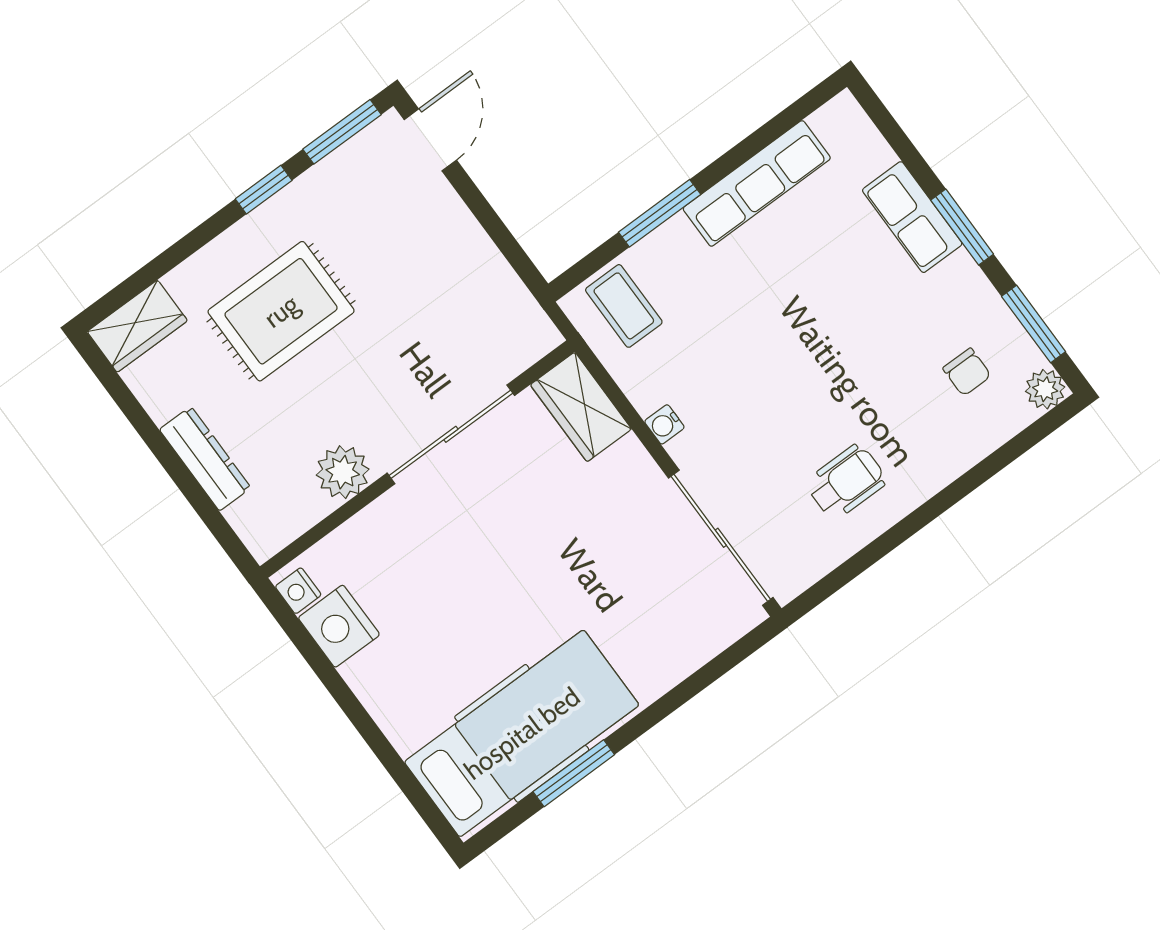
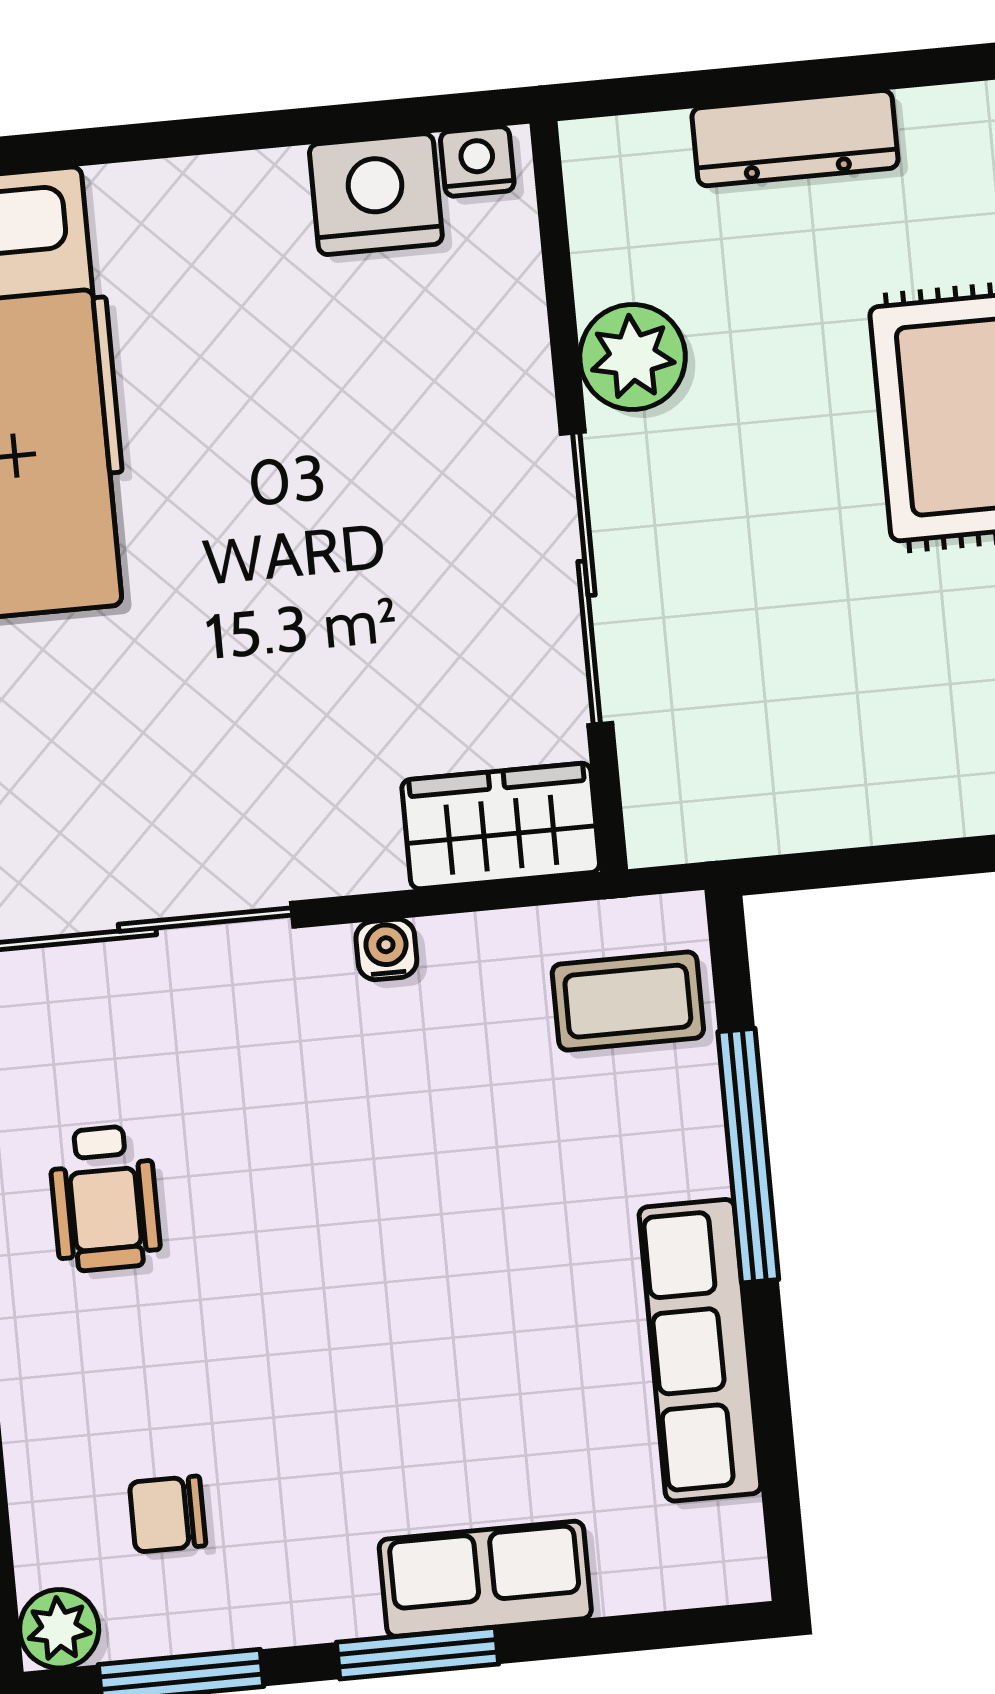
window: (660, 213) -> (748, 1156), width x1.44

